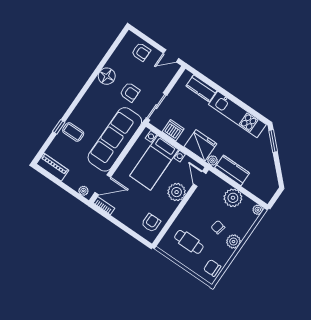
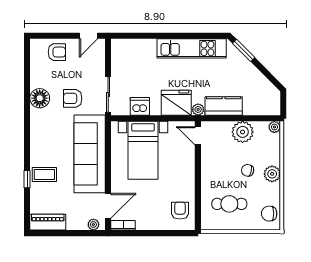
kitchen counter: (201, 88) -> (139, 47), removed
armchair: (130, 92) -> (73, 98), turned 180
plant: (177, 192) -> (184, 164), removed

